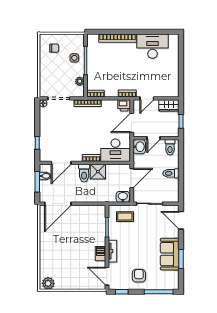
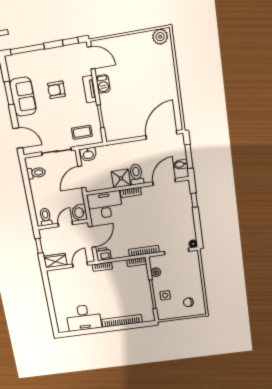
toilet: (171, 173) -> (36, 173), moved
armchair: (139, 276) -> (56, 90), moved, turned 90

